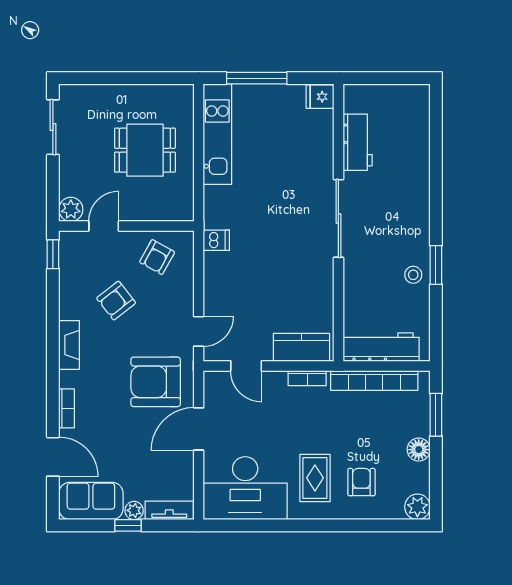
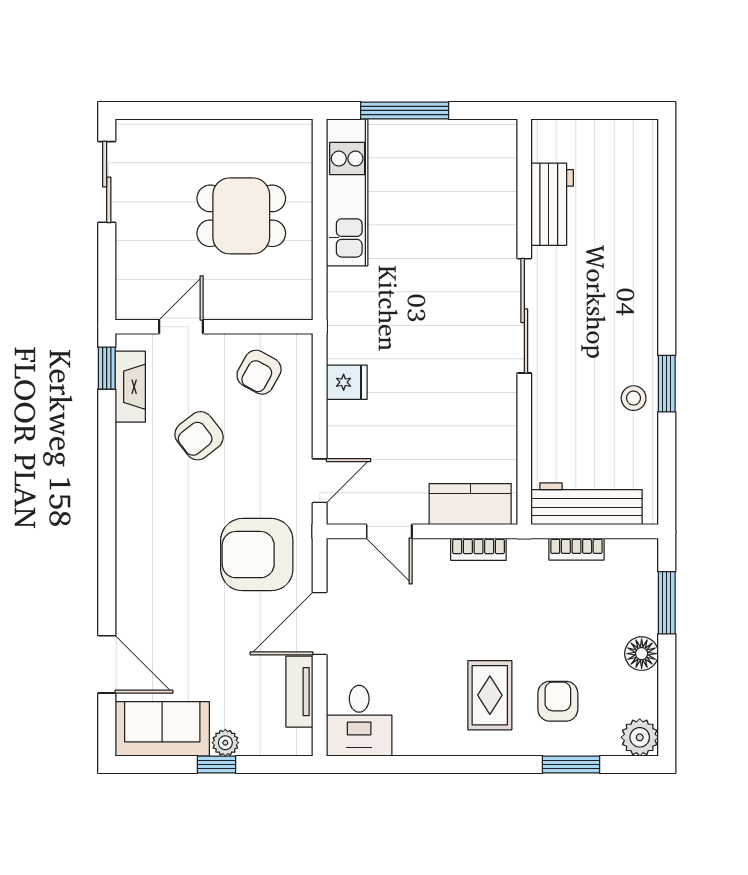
fridge: (320, 97) -> (347, 382), moved, turned 180
plant: (71, 209) -> (133, 302), removed
dishwasher: (216, 240) -> (346, 348), removed
fireplace: (69, 345) -> (130, 387), moved
bookcase: (374, 380) -> (576, 549), width x0.43, depth x0.76
bookcase: (67, 408) -> (127, 593), removed
desk: (245, 488) -> (359, 721), width x0.53, depth x0.77
tv unit: (169, 510) -> (299, 692), moved, turned -90
window: (370, 525) -> (571, 764), added

